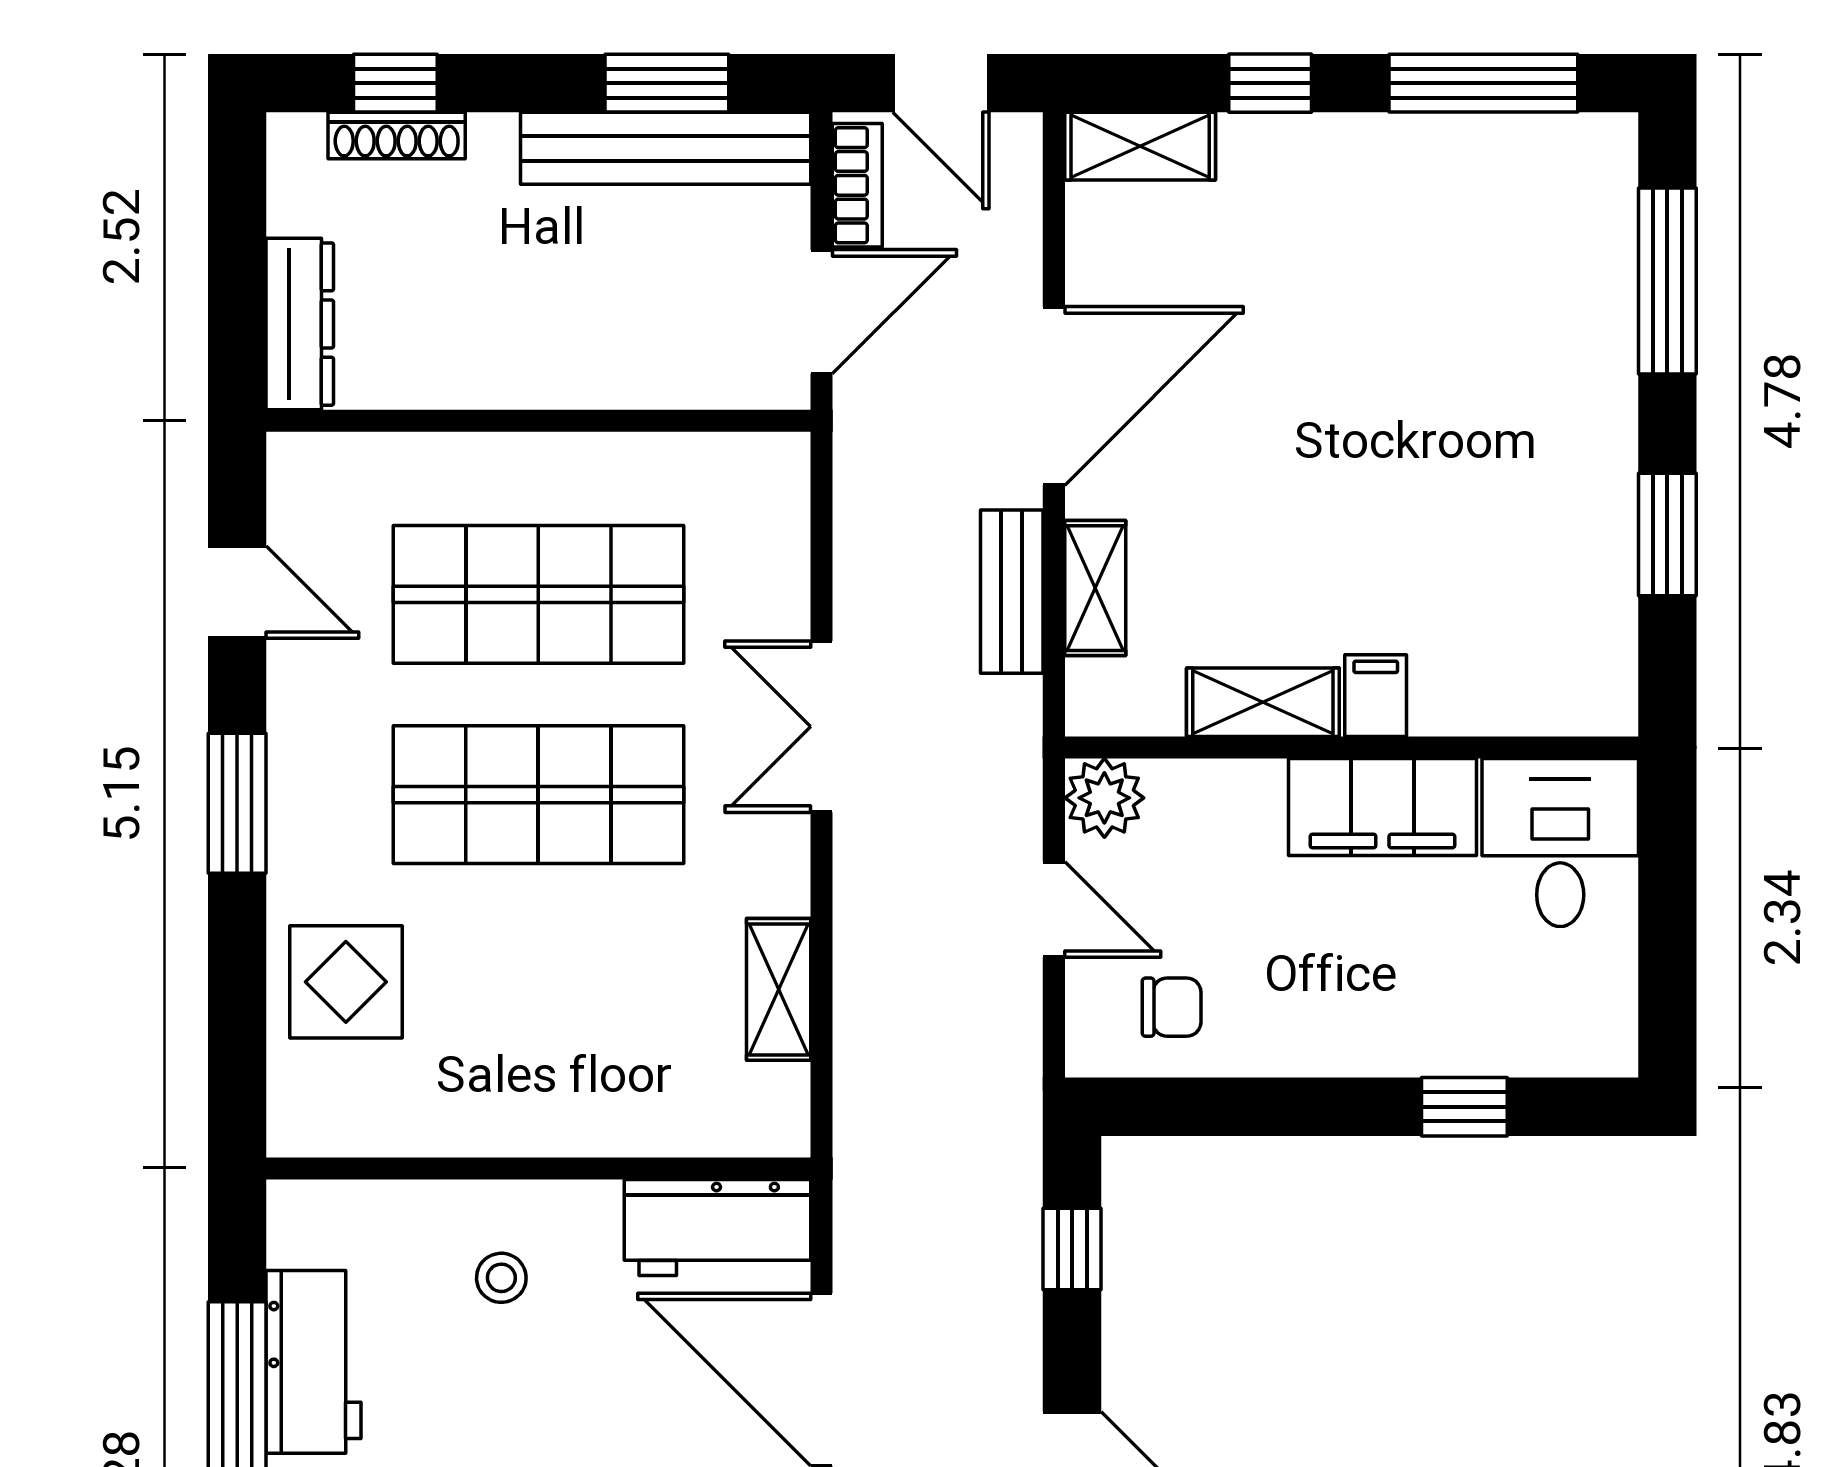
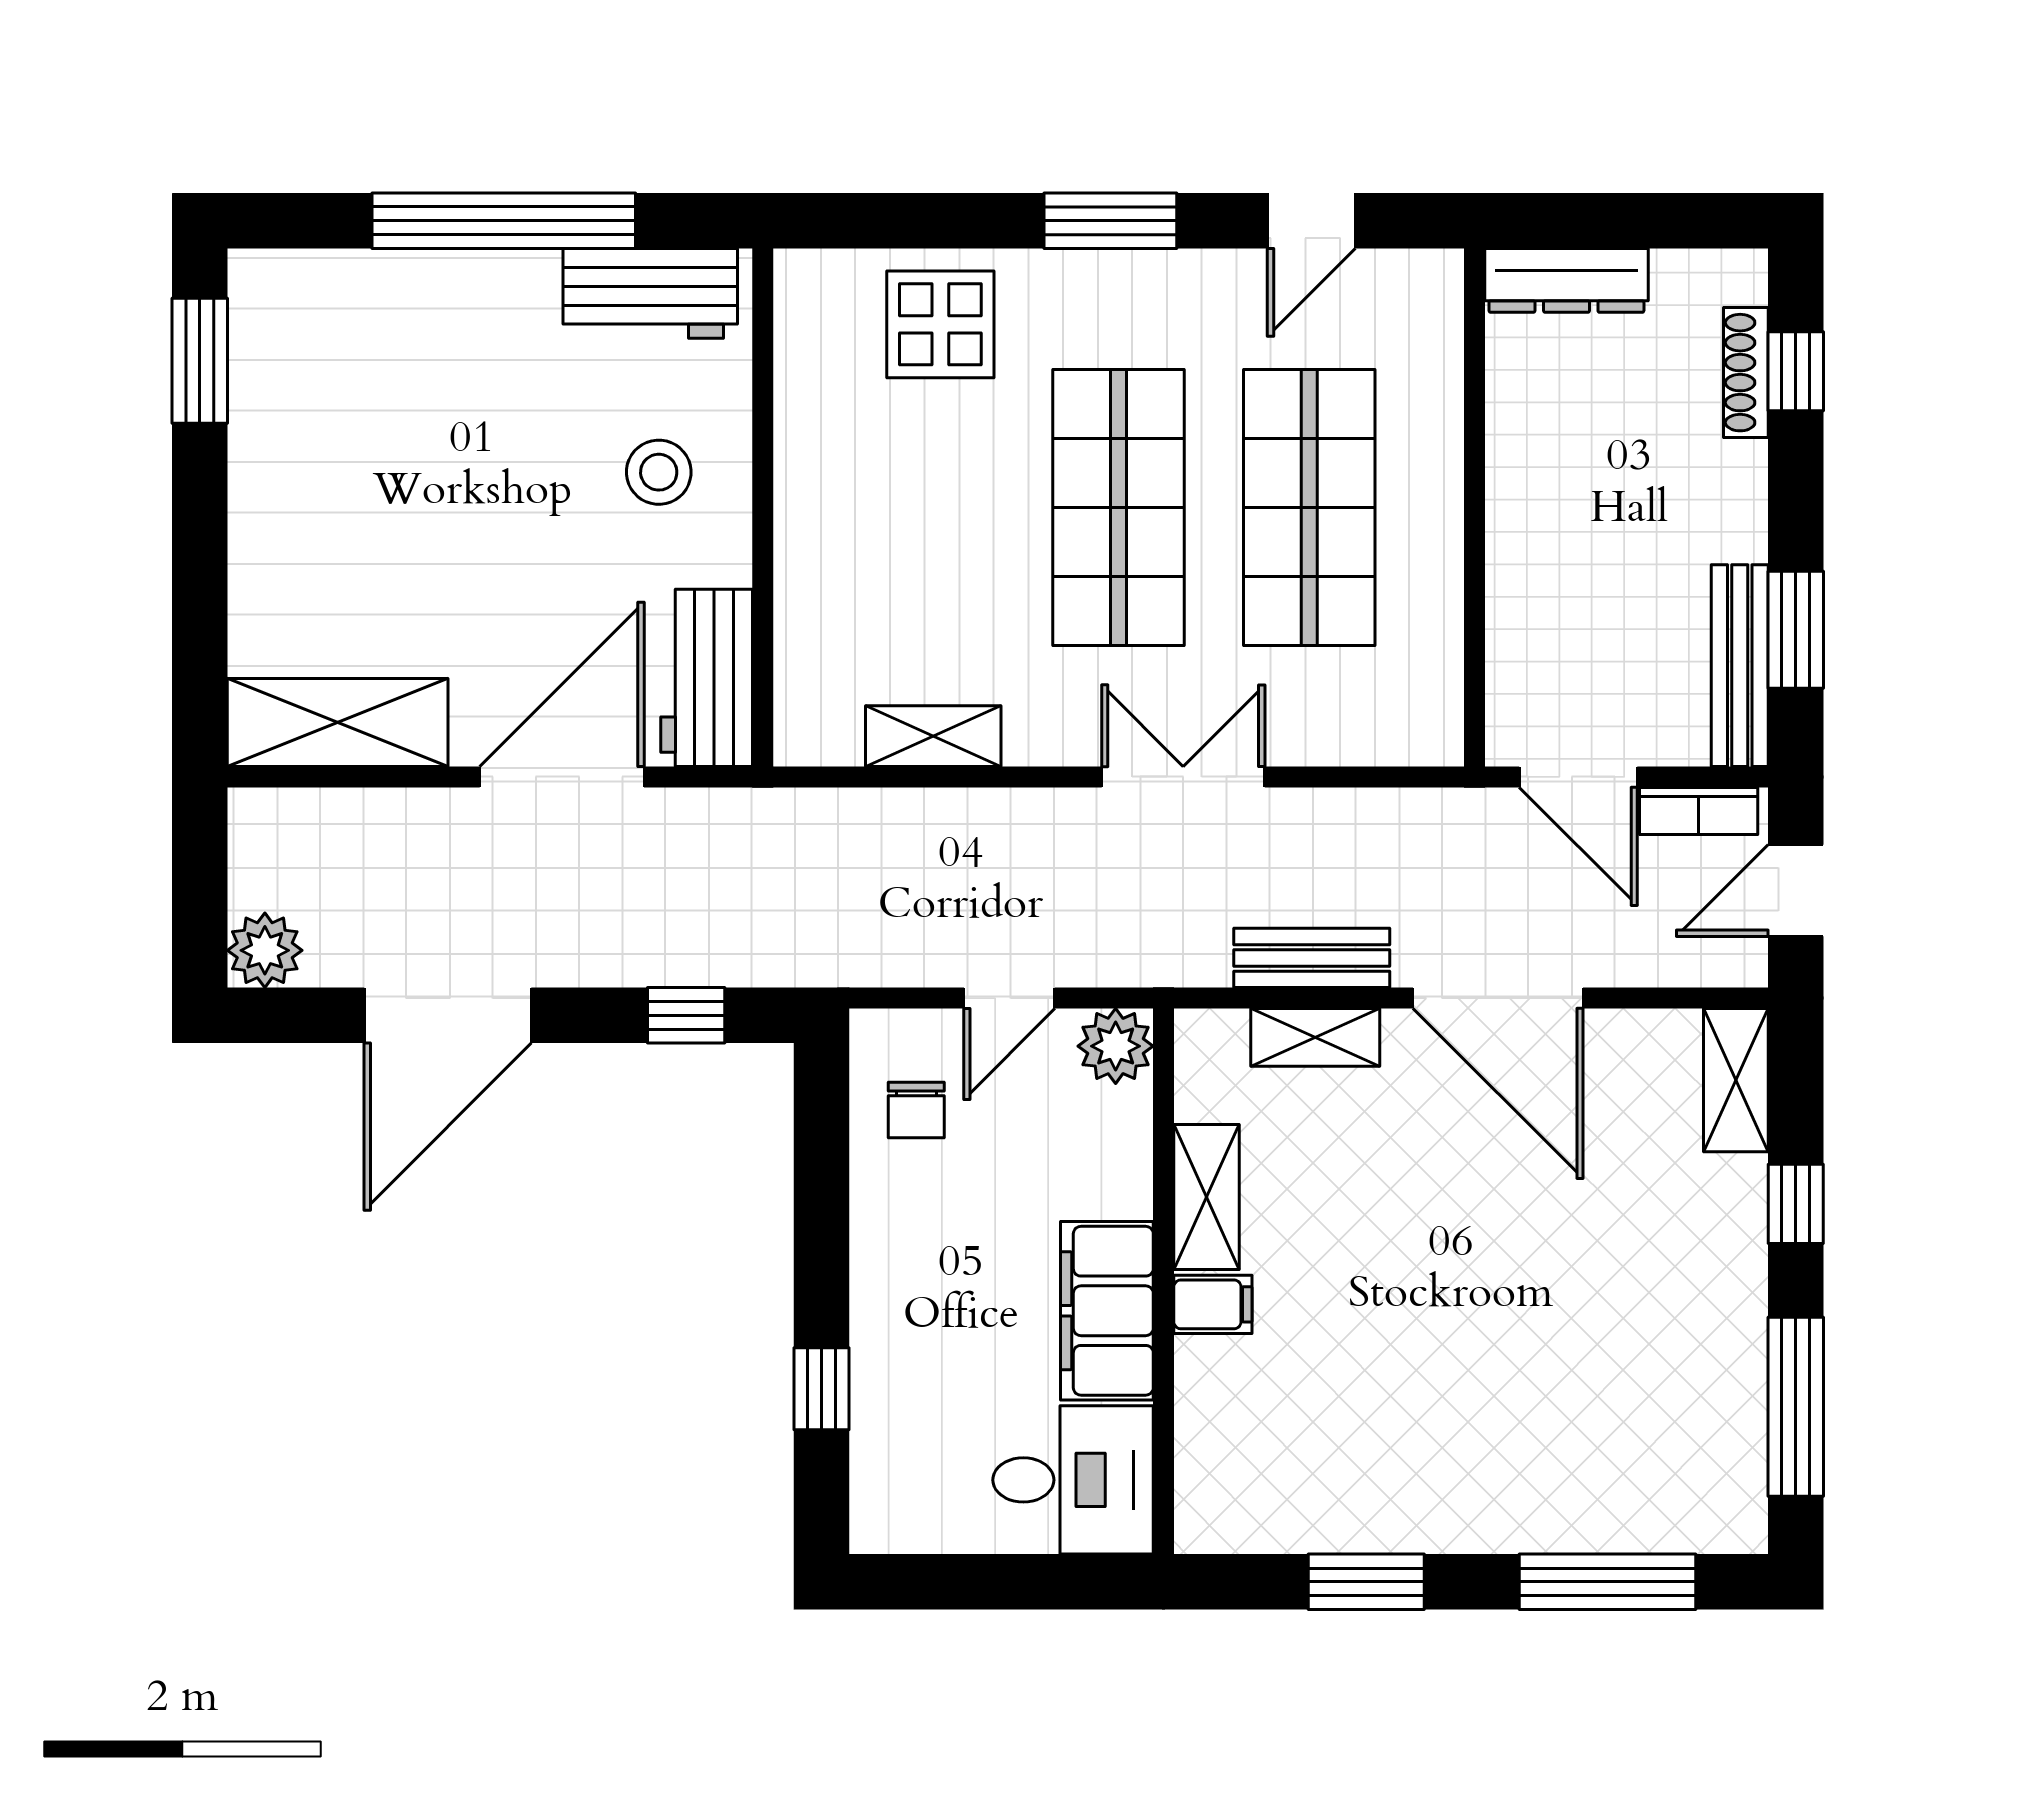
bench: (666, 148) -> (1740, 666), width x0.73, depth x0.82
stool: (501, 1278) -> (659, 472), width x1.37, depth x1.37
workbench: (314, 1362) -> (650, 293), moved

